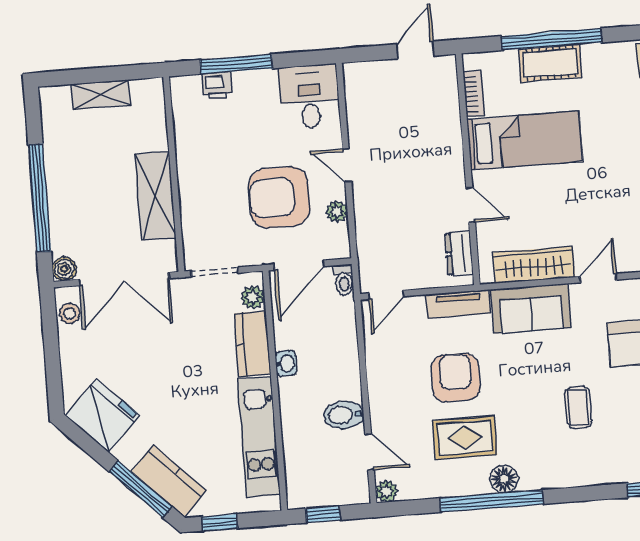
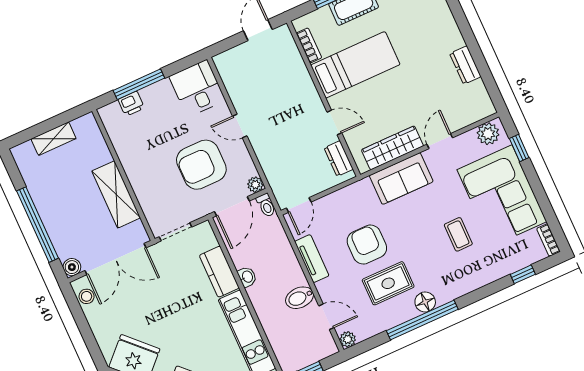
plant: (337, 211) -> (255, 185), moved
plant: (253, 297) -> (208, 240), removed
tv unit: (458, 304) -> (312, 259), moved, turned -90

